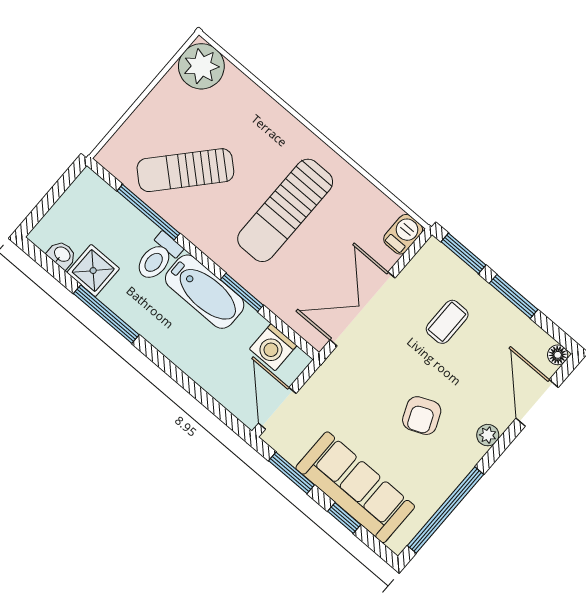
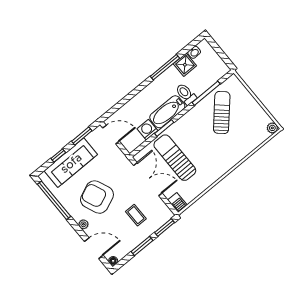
plant: (201, 66) -> (272, 128), width x0.53, depth x0.53
sun lounger: (285, 210) -> (175, 158), moved
washing machine: (273, 347) -> (147, 130), moved
armchair: (422, 416) -> (97, 197), width x1.88, depth x1.88

